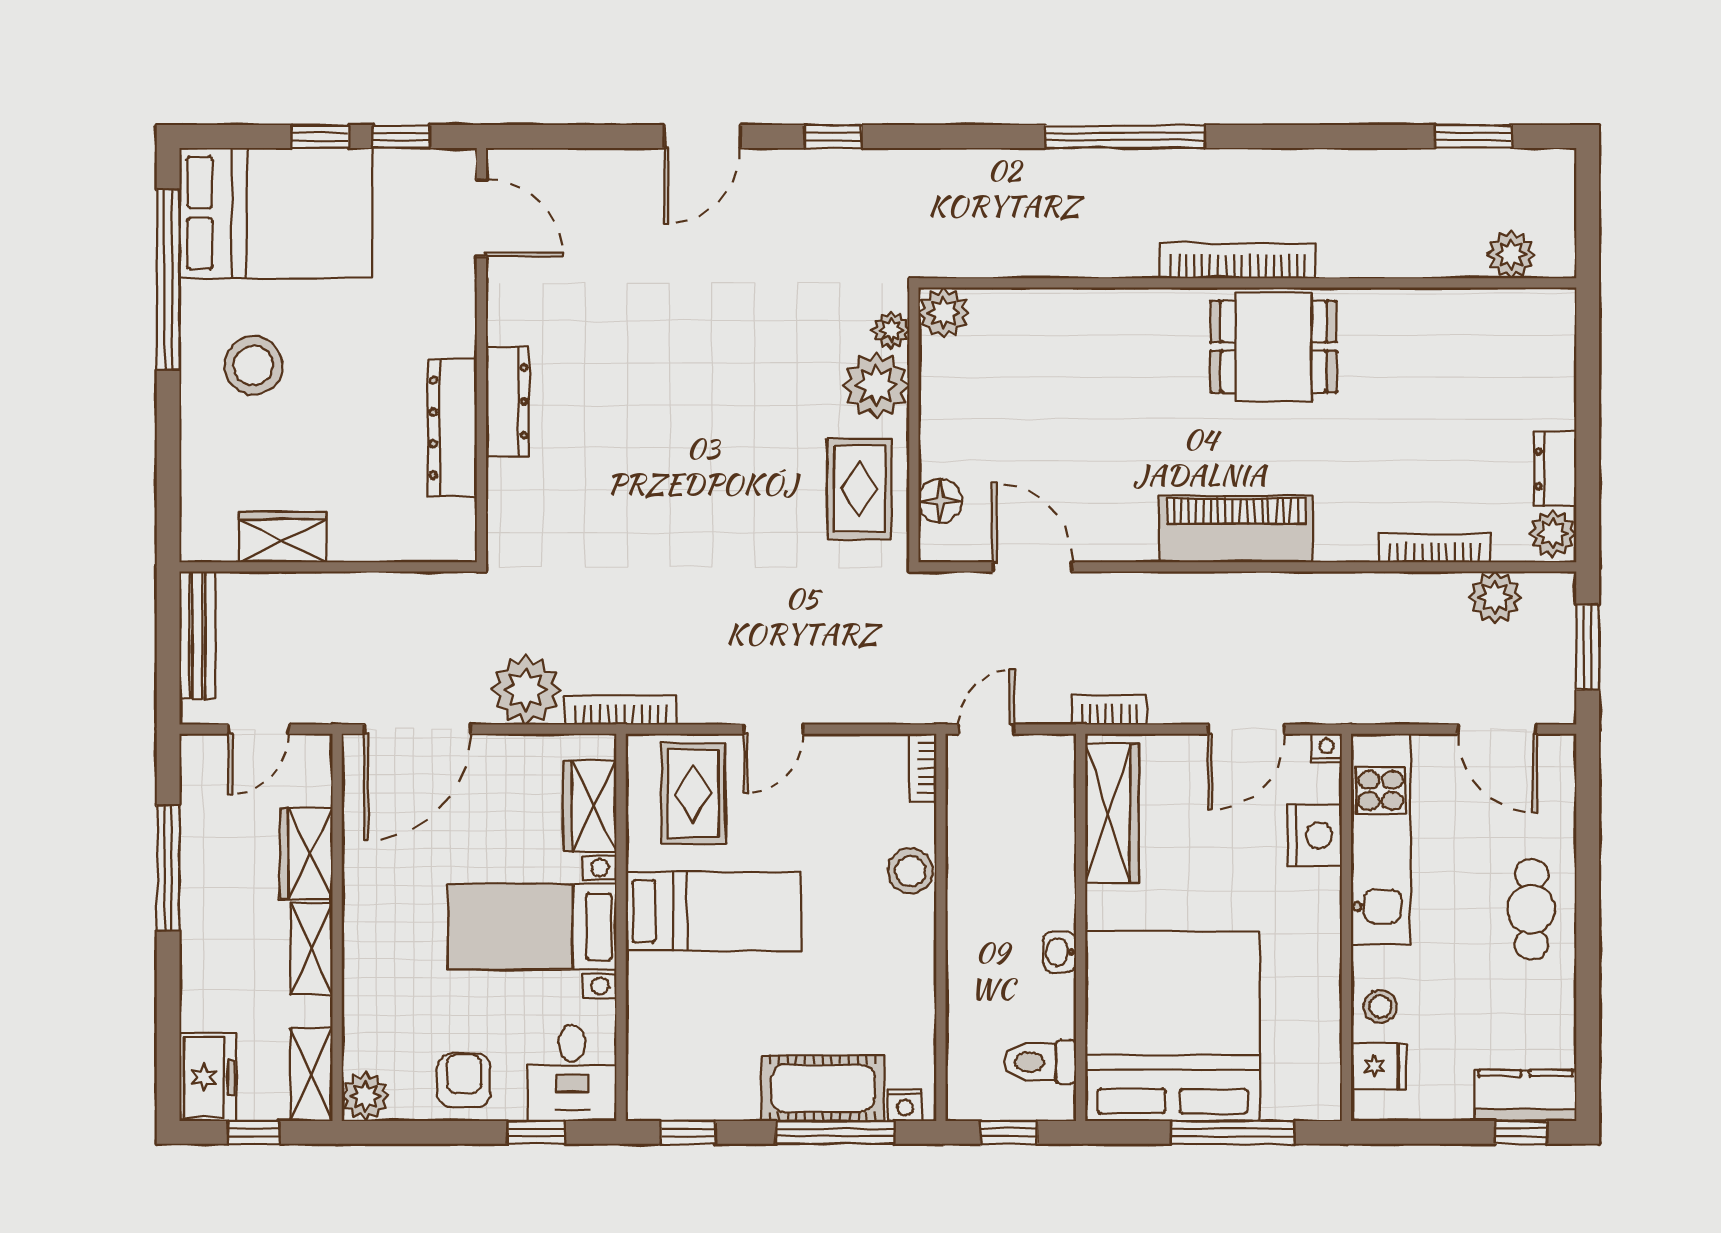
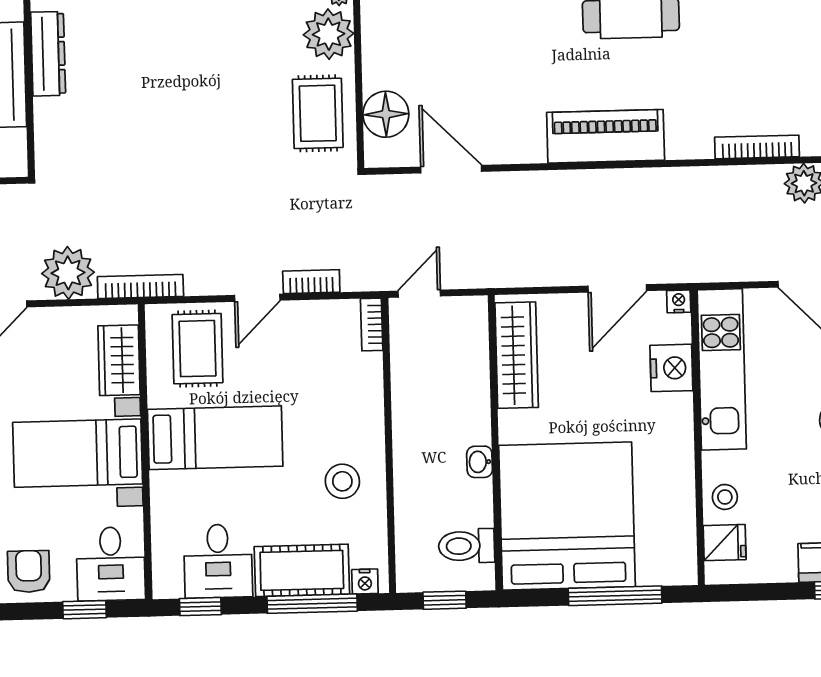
floor lamp: (940, 501) -> (386, 114), width x1.38, depth x1.38
bookcase: (1109, 710) -> (311, 282), moved
stool: (910, 871) -> (342, 481), moved
desk: (713, 1073) -> (218, 561), added

